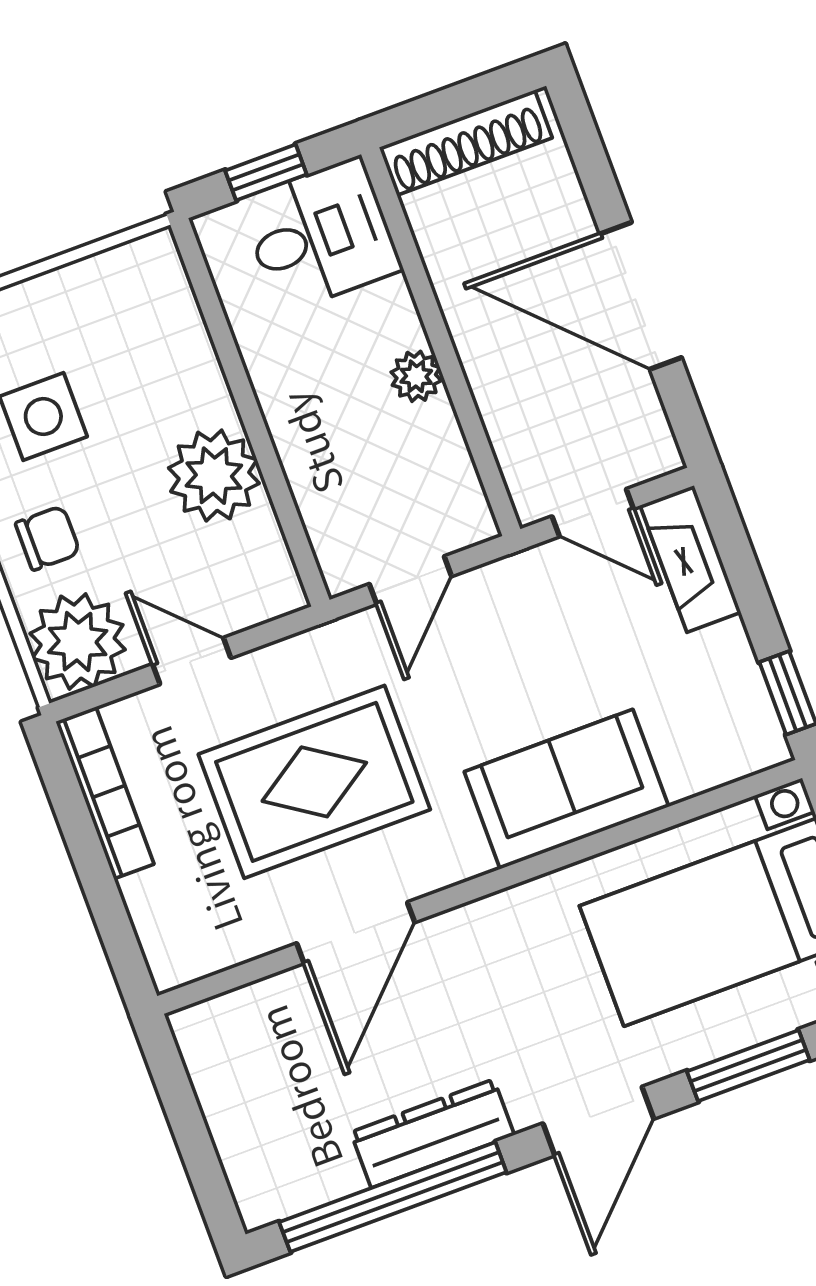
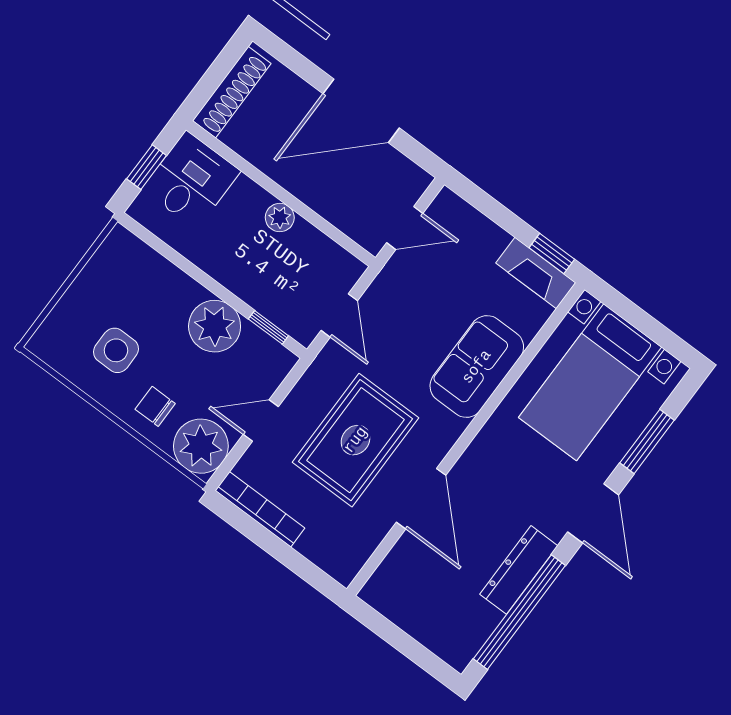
window: (293, 530) -> (268, 327), added
chair: (48, 538) -> (155, 406), turned -90
fireplace: (690, 559) -> (536, 273), moved

